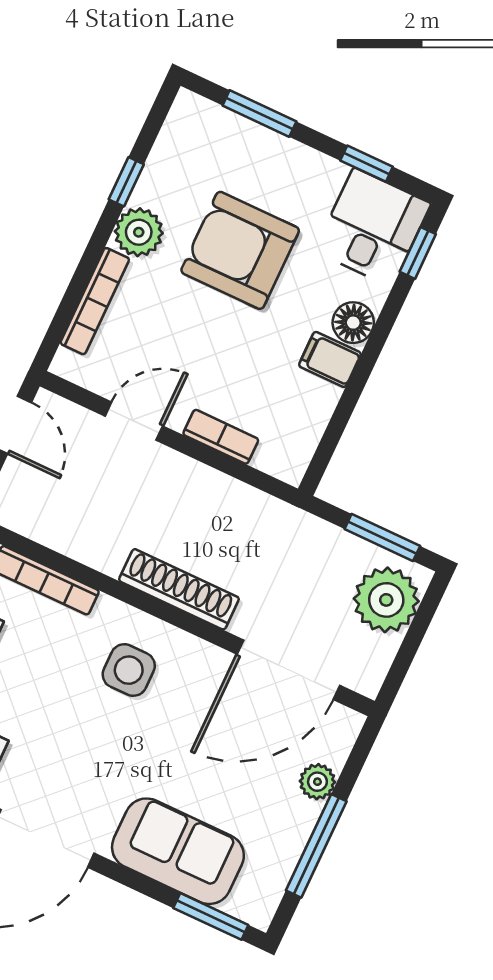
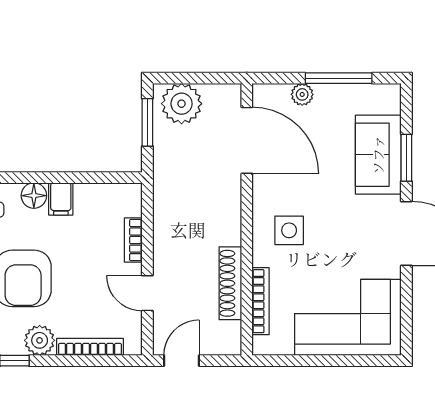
shoe rack: (179, 589) -> (230, 283), moved
window: (211, 916) -> (406, 158), moved

